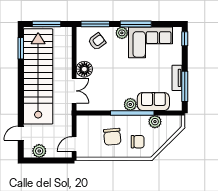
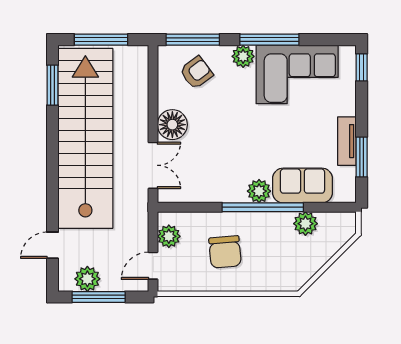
window: (185, 86) -> (362, 157), width x0.69
plant: (82, 128) -> (169, 236), added
chair: (138, 142) -> (273, 261), removed
window: (45, 161) -> (99, 297), added

